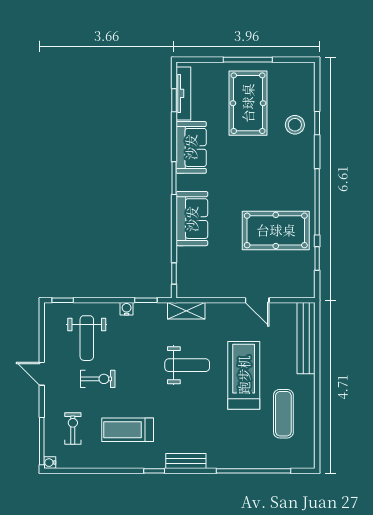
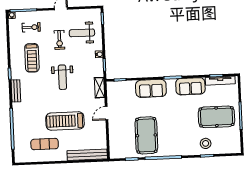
door: (257, 300) -> (107, 113), moved
weight bench: (187, 365) -> (62, 77), moved
treadmill: (244, 375) -> (65, 121), turned 180
treadmill: (128, 430) -> (32, 58), turned 180

